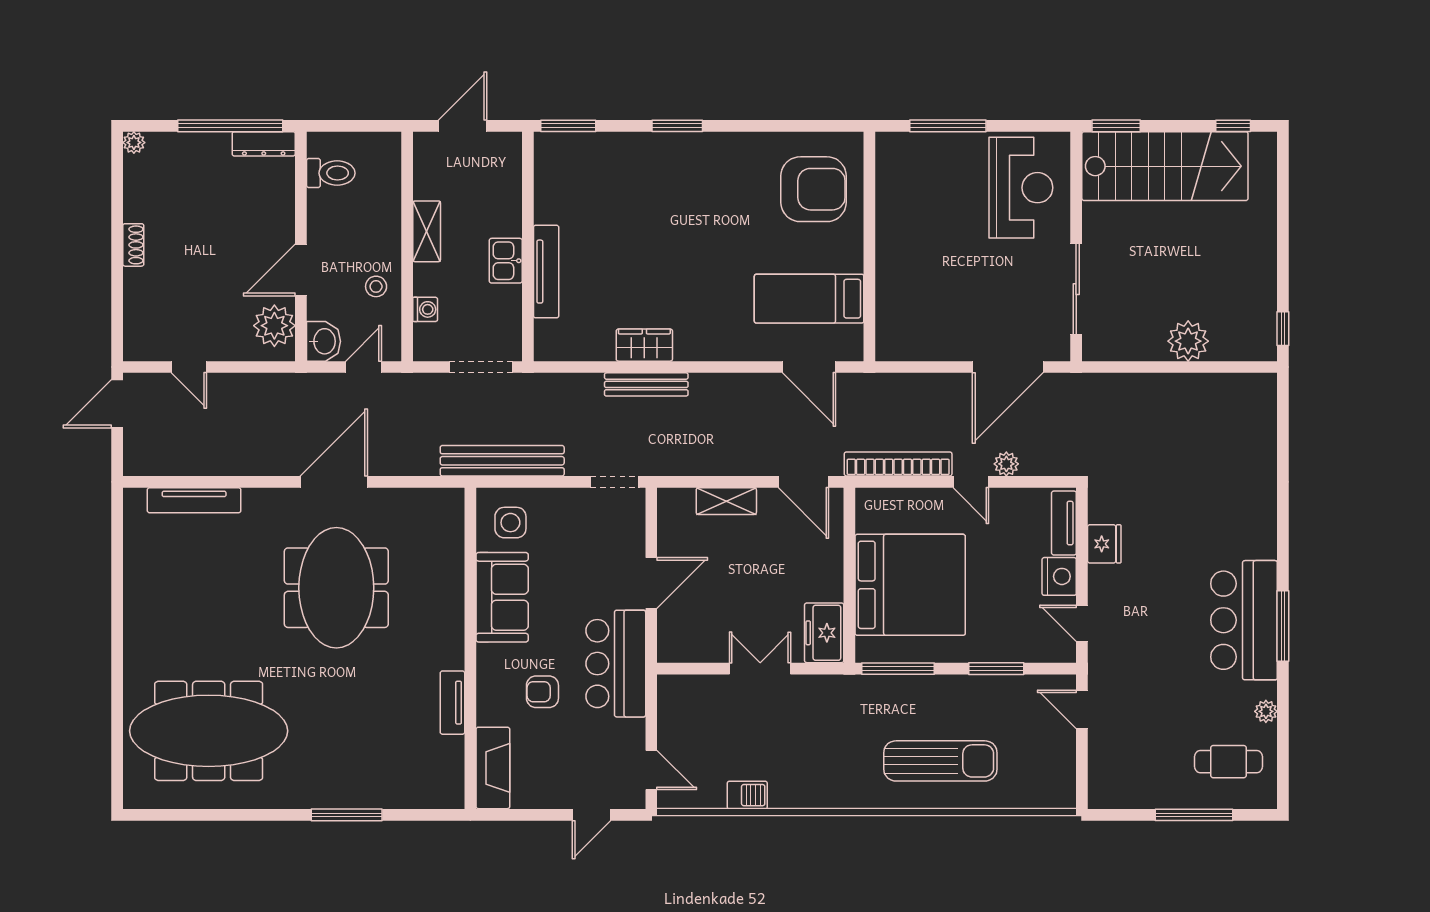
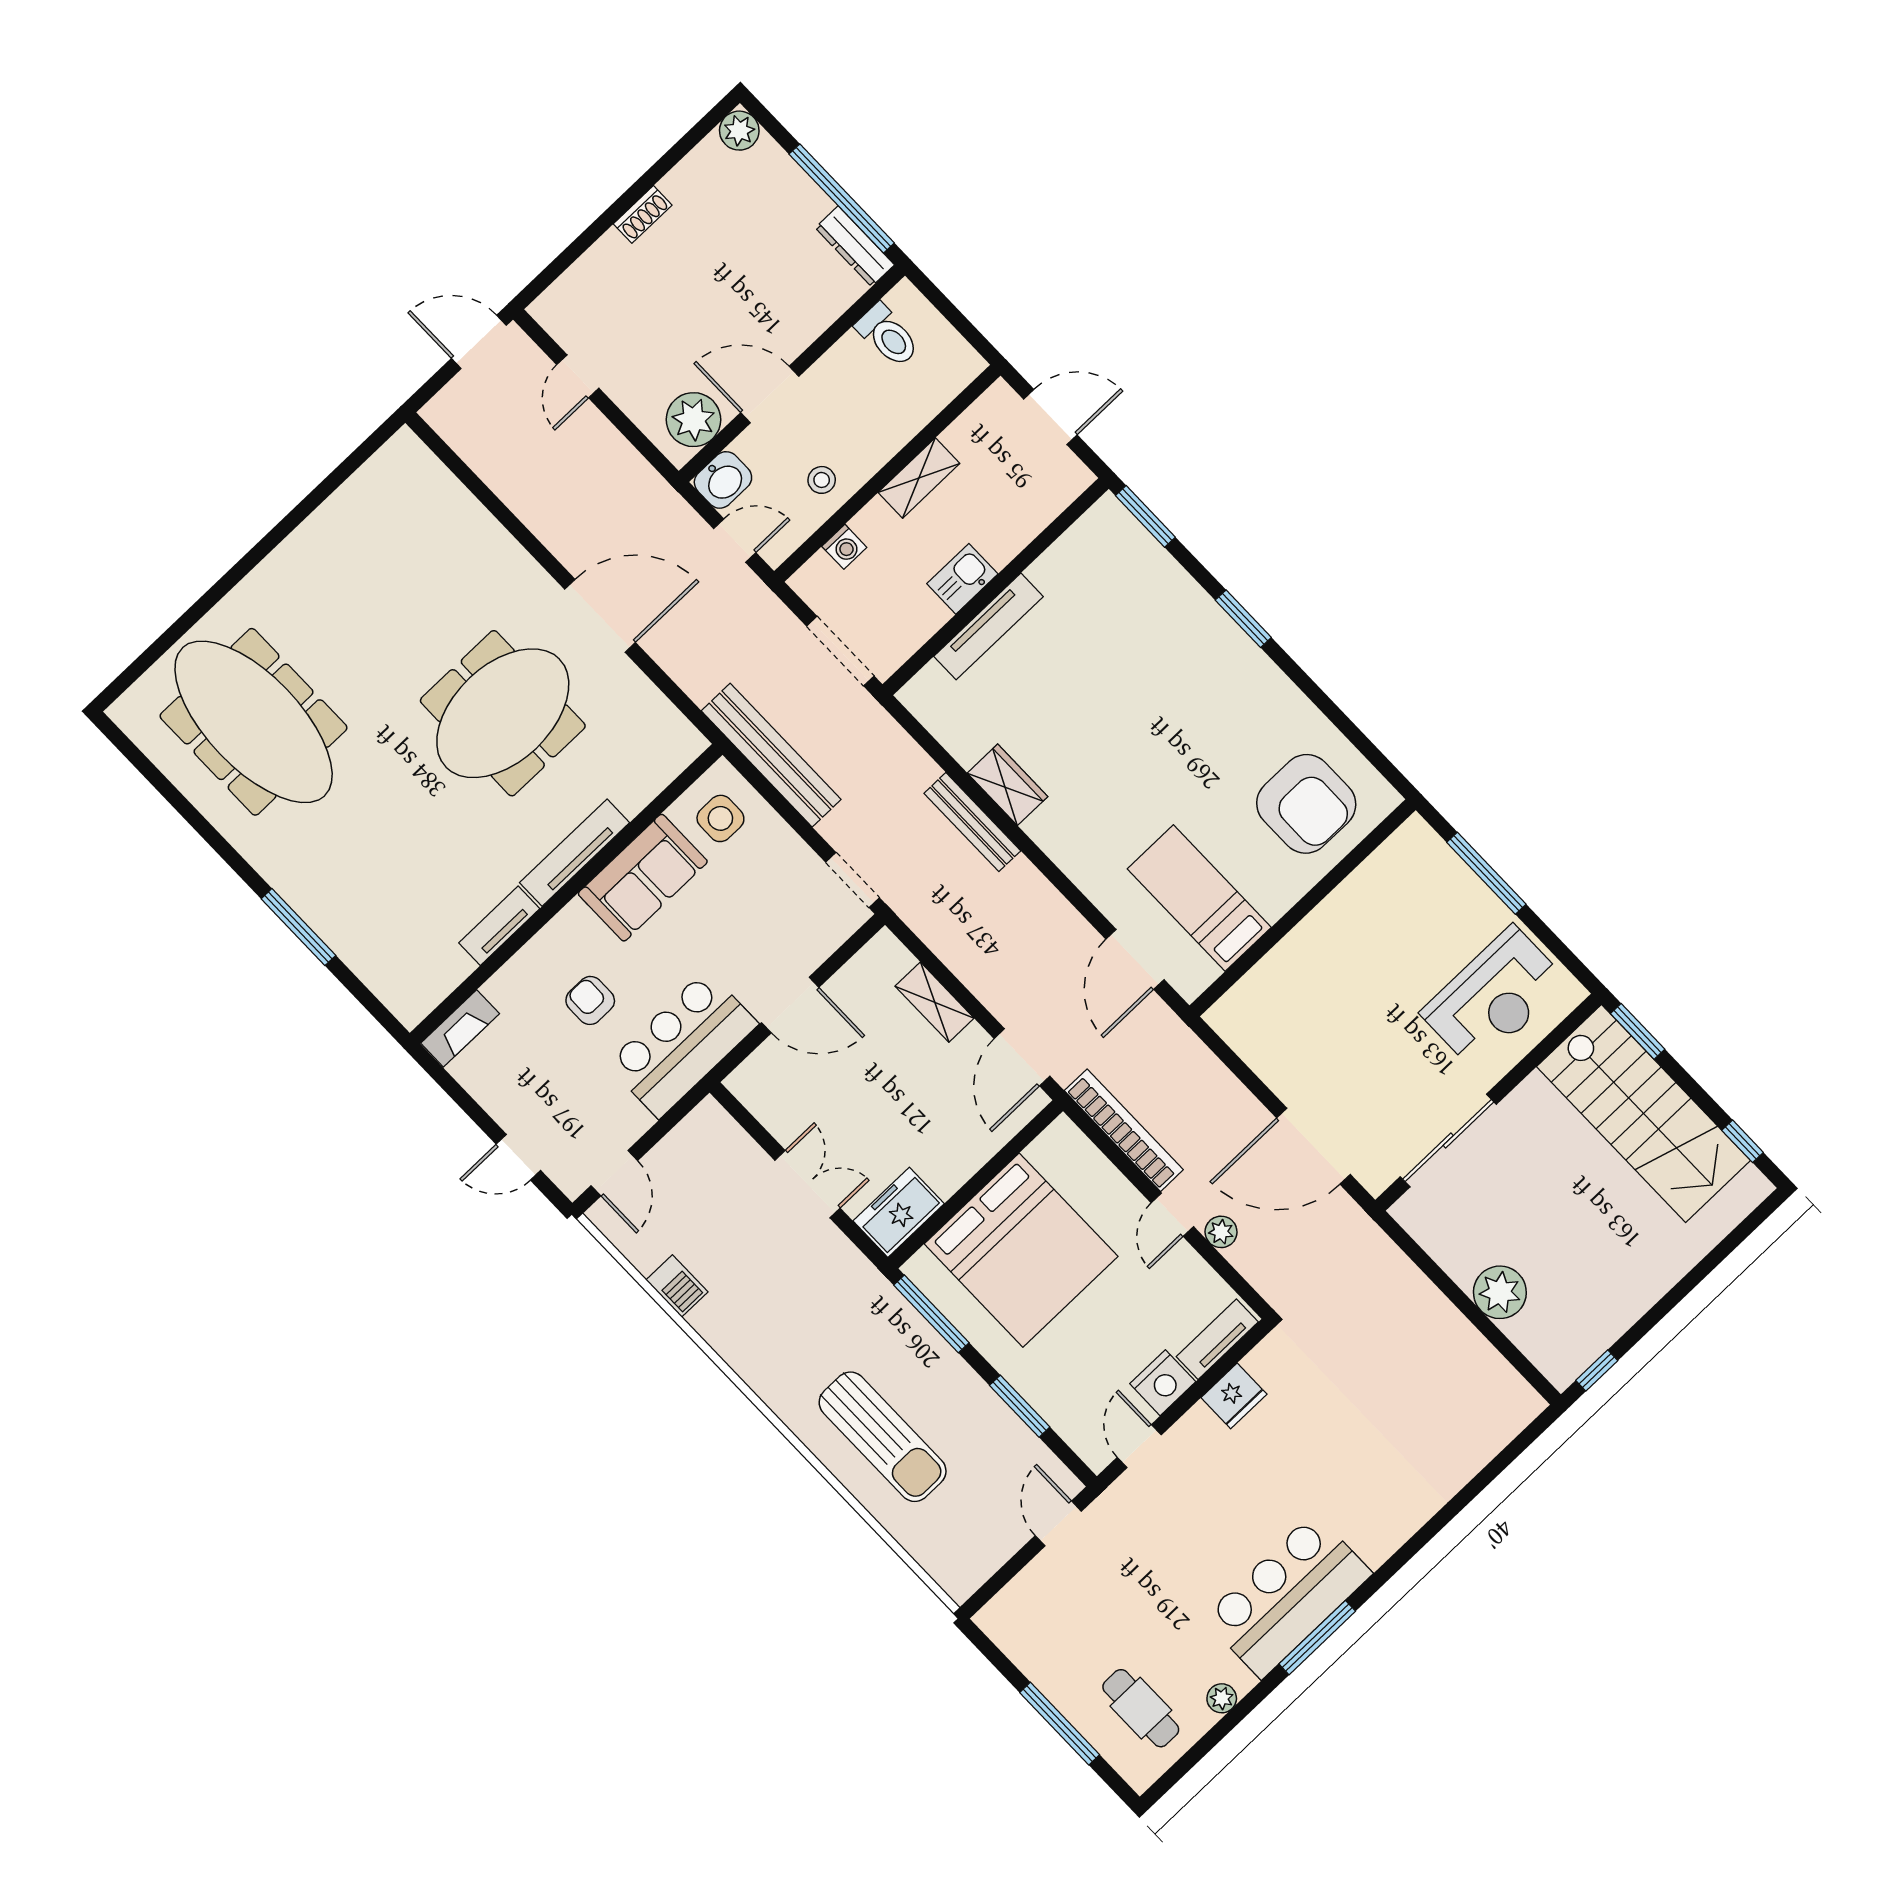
plant: (134, 143) -> (739, 131), width x1.38, depth x1.38
tv unit: (194, 500) -> (575, 853), moved, turned 90
fireplace: (493, 768) -> (460, 1028), width x0.73, depth x0.76

